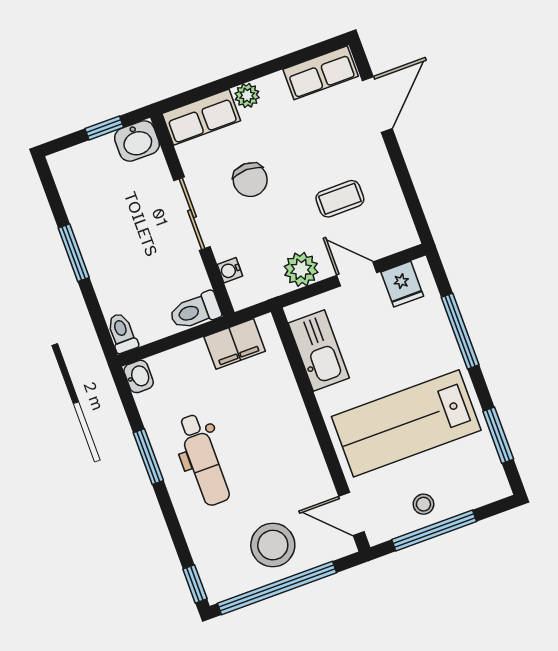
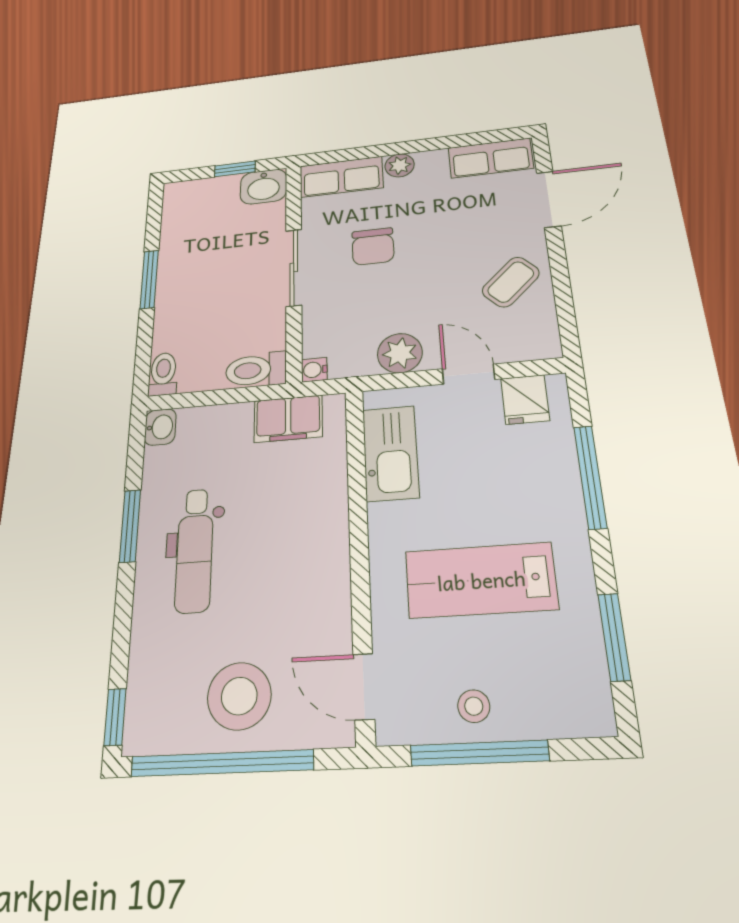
coffee table: (340, 199) -> (511, 282), moved, turned -44
water cooler: (230, 270) -> (314, 370), moved
lab bench: (406, 423) -> (481, 580), width x0.73, depth x0.72

